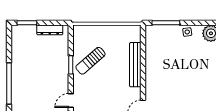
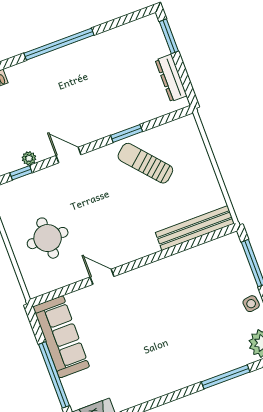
bench: (135, 65) -> (195, 228), moved

